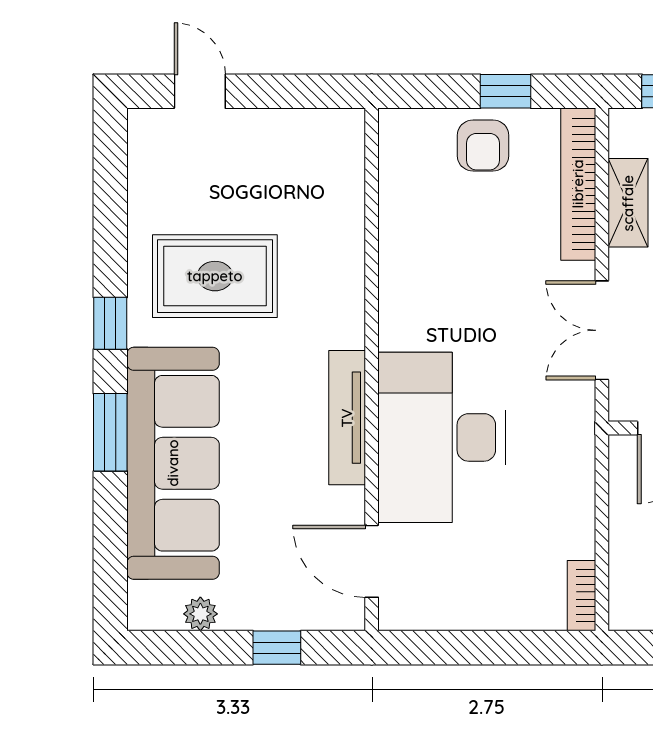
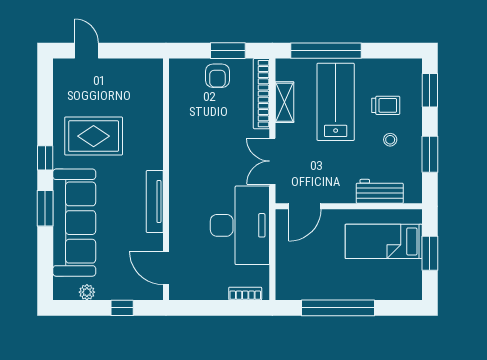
window: (506, 91) -> (228, 51), width x1.50
desk: (442, 437) -> (240, 225), moved, turned 180
bookcase: (581, 596) -> (245, 294), moved, turned 90

